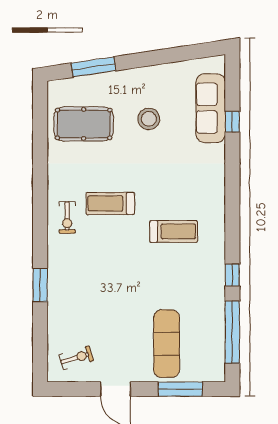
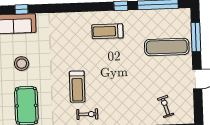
treadmill: (174, 231) -> (107, 31), moved, turned -90
exercise bike: (76, 358) -> (166, 107), moved

